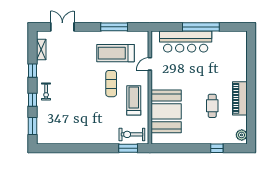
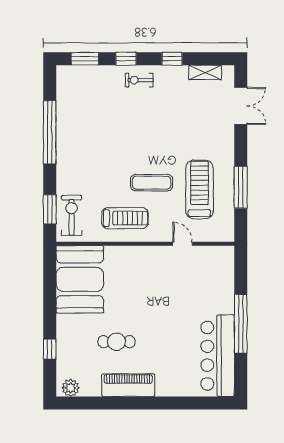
bar counter: (186, 42) -> (218, 356), moved
booth: (166, 111) -> (80, 279), moved, turned 90
window: (79, 148) -> (50, 132), added

